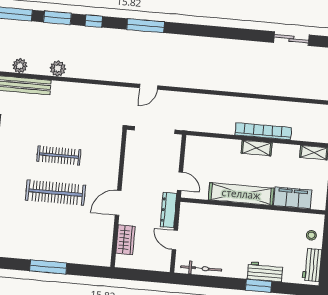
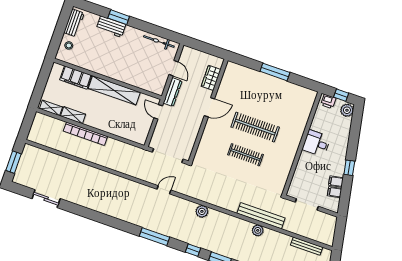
plant: (58, 68) -> (202, 211), moved
shelving: (257, 148) -> (73, 115), moved

